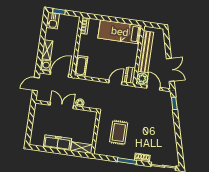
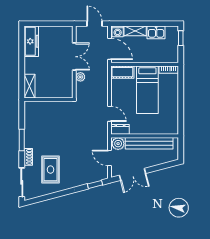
kitchen sink: (53, 21) -> (156, 32), moved
bed: (120, 32) -> (147, 90), moved, turned 180
door: (153, 88) -> (109, 158), swing flipped
rug: (119, 132) -> (51, 170), moved, turned 90
freezer: (57, 143) -> (31, 41), moved

